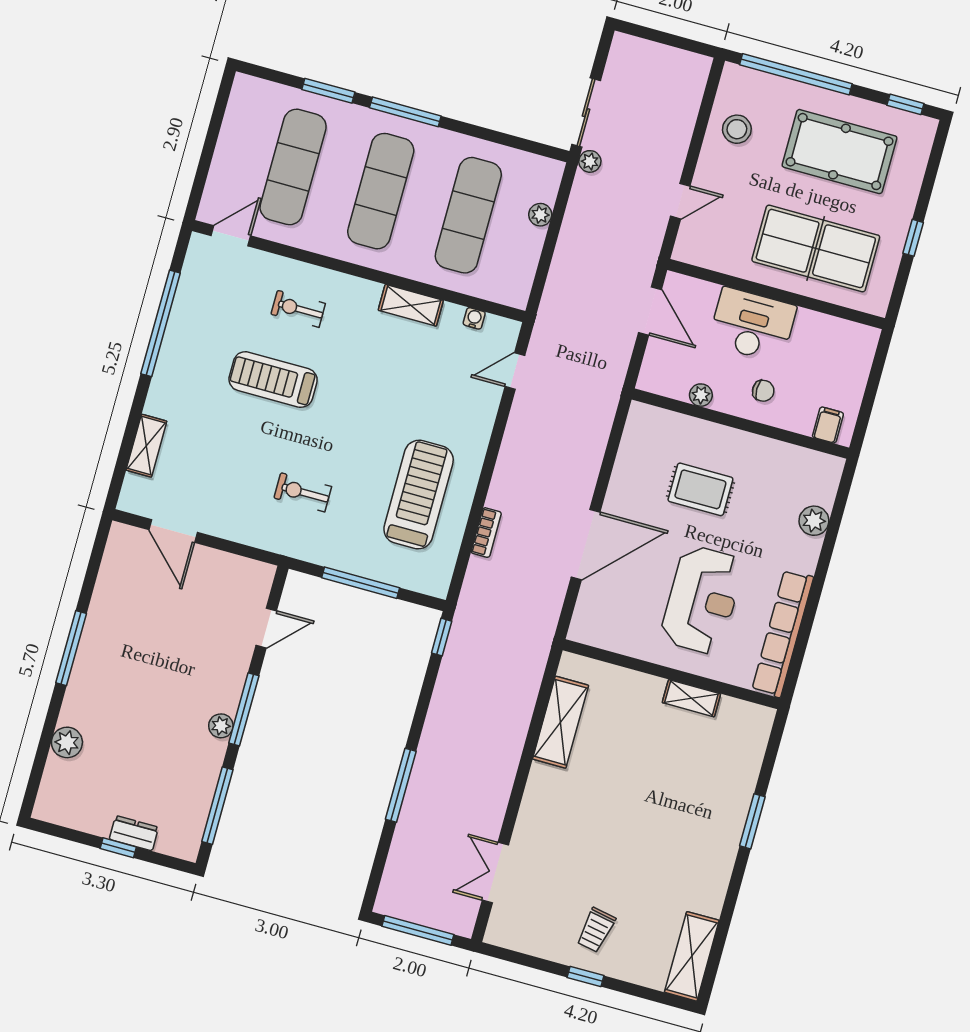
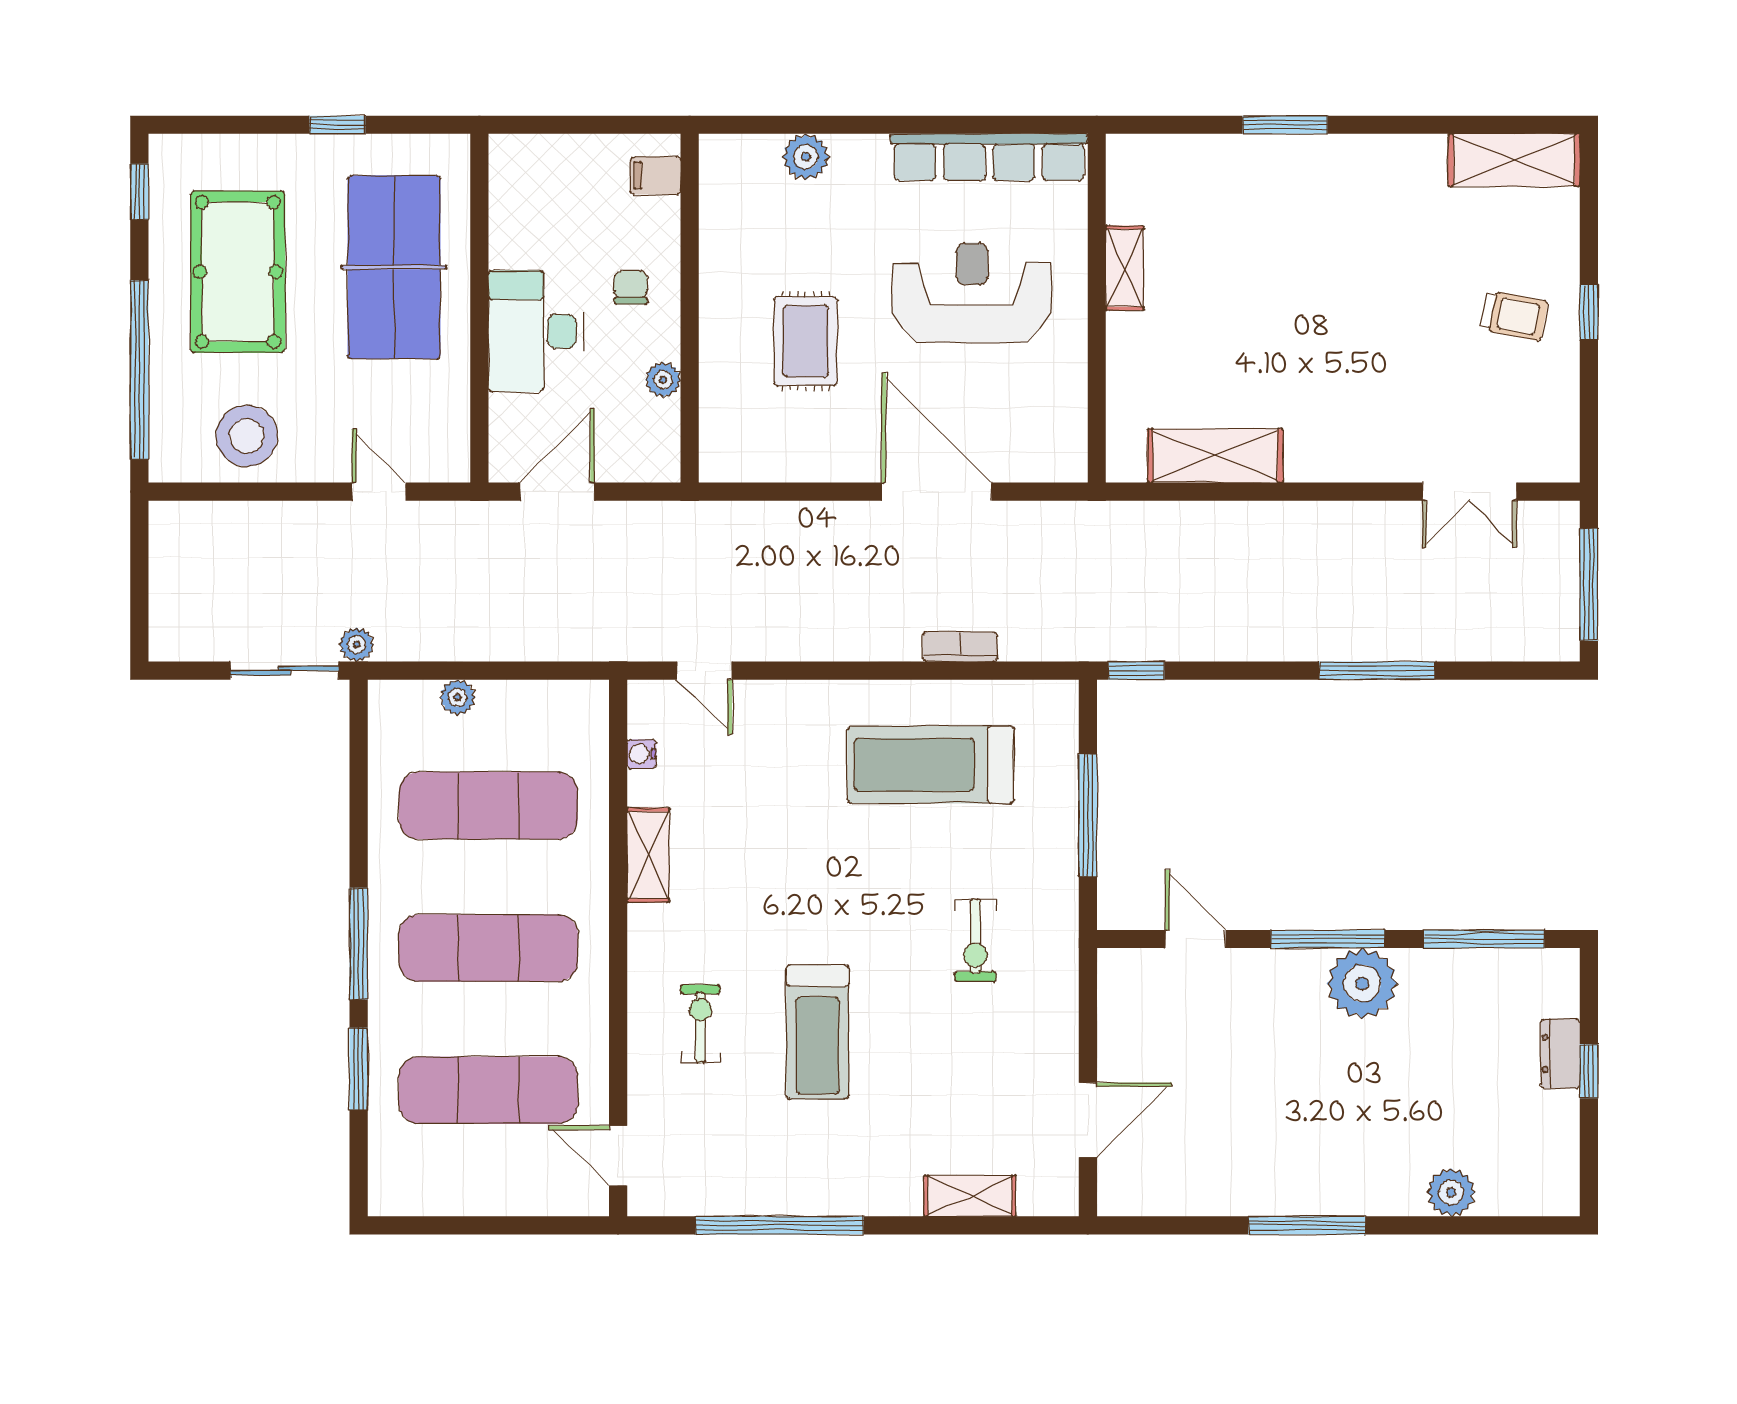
stool: (737, 129) -> (247, 436), width x1.38, depth x1.38
exercise bike: (298, 309) -> (700, 1024), turned 180
plant: (221, 726) -> (1362, 983), width x1.87, depth x1.87

